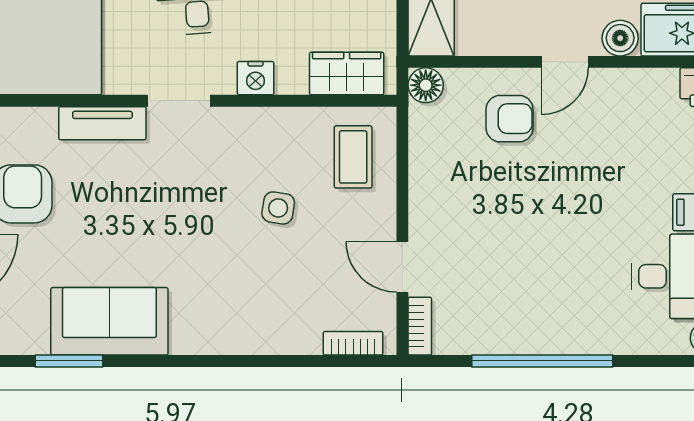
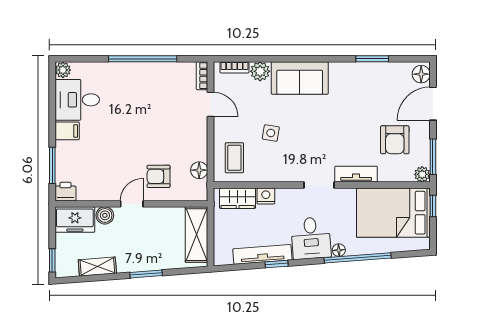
nightstand: (255, 78) -> (266, 196), moved
floor lamp: (426, 85) -> (199, 170), moved
sofa: (109, 321) -> (300, 78), moved
plant: (300, 335) -> (260, 71), added

